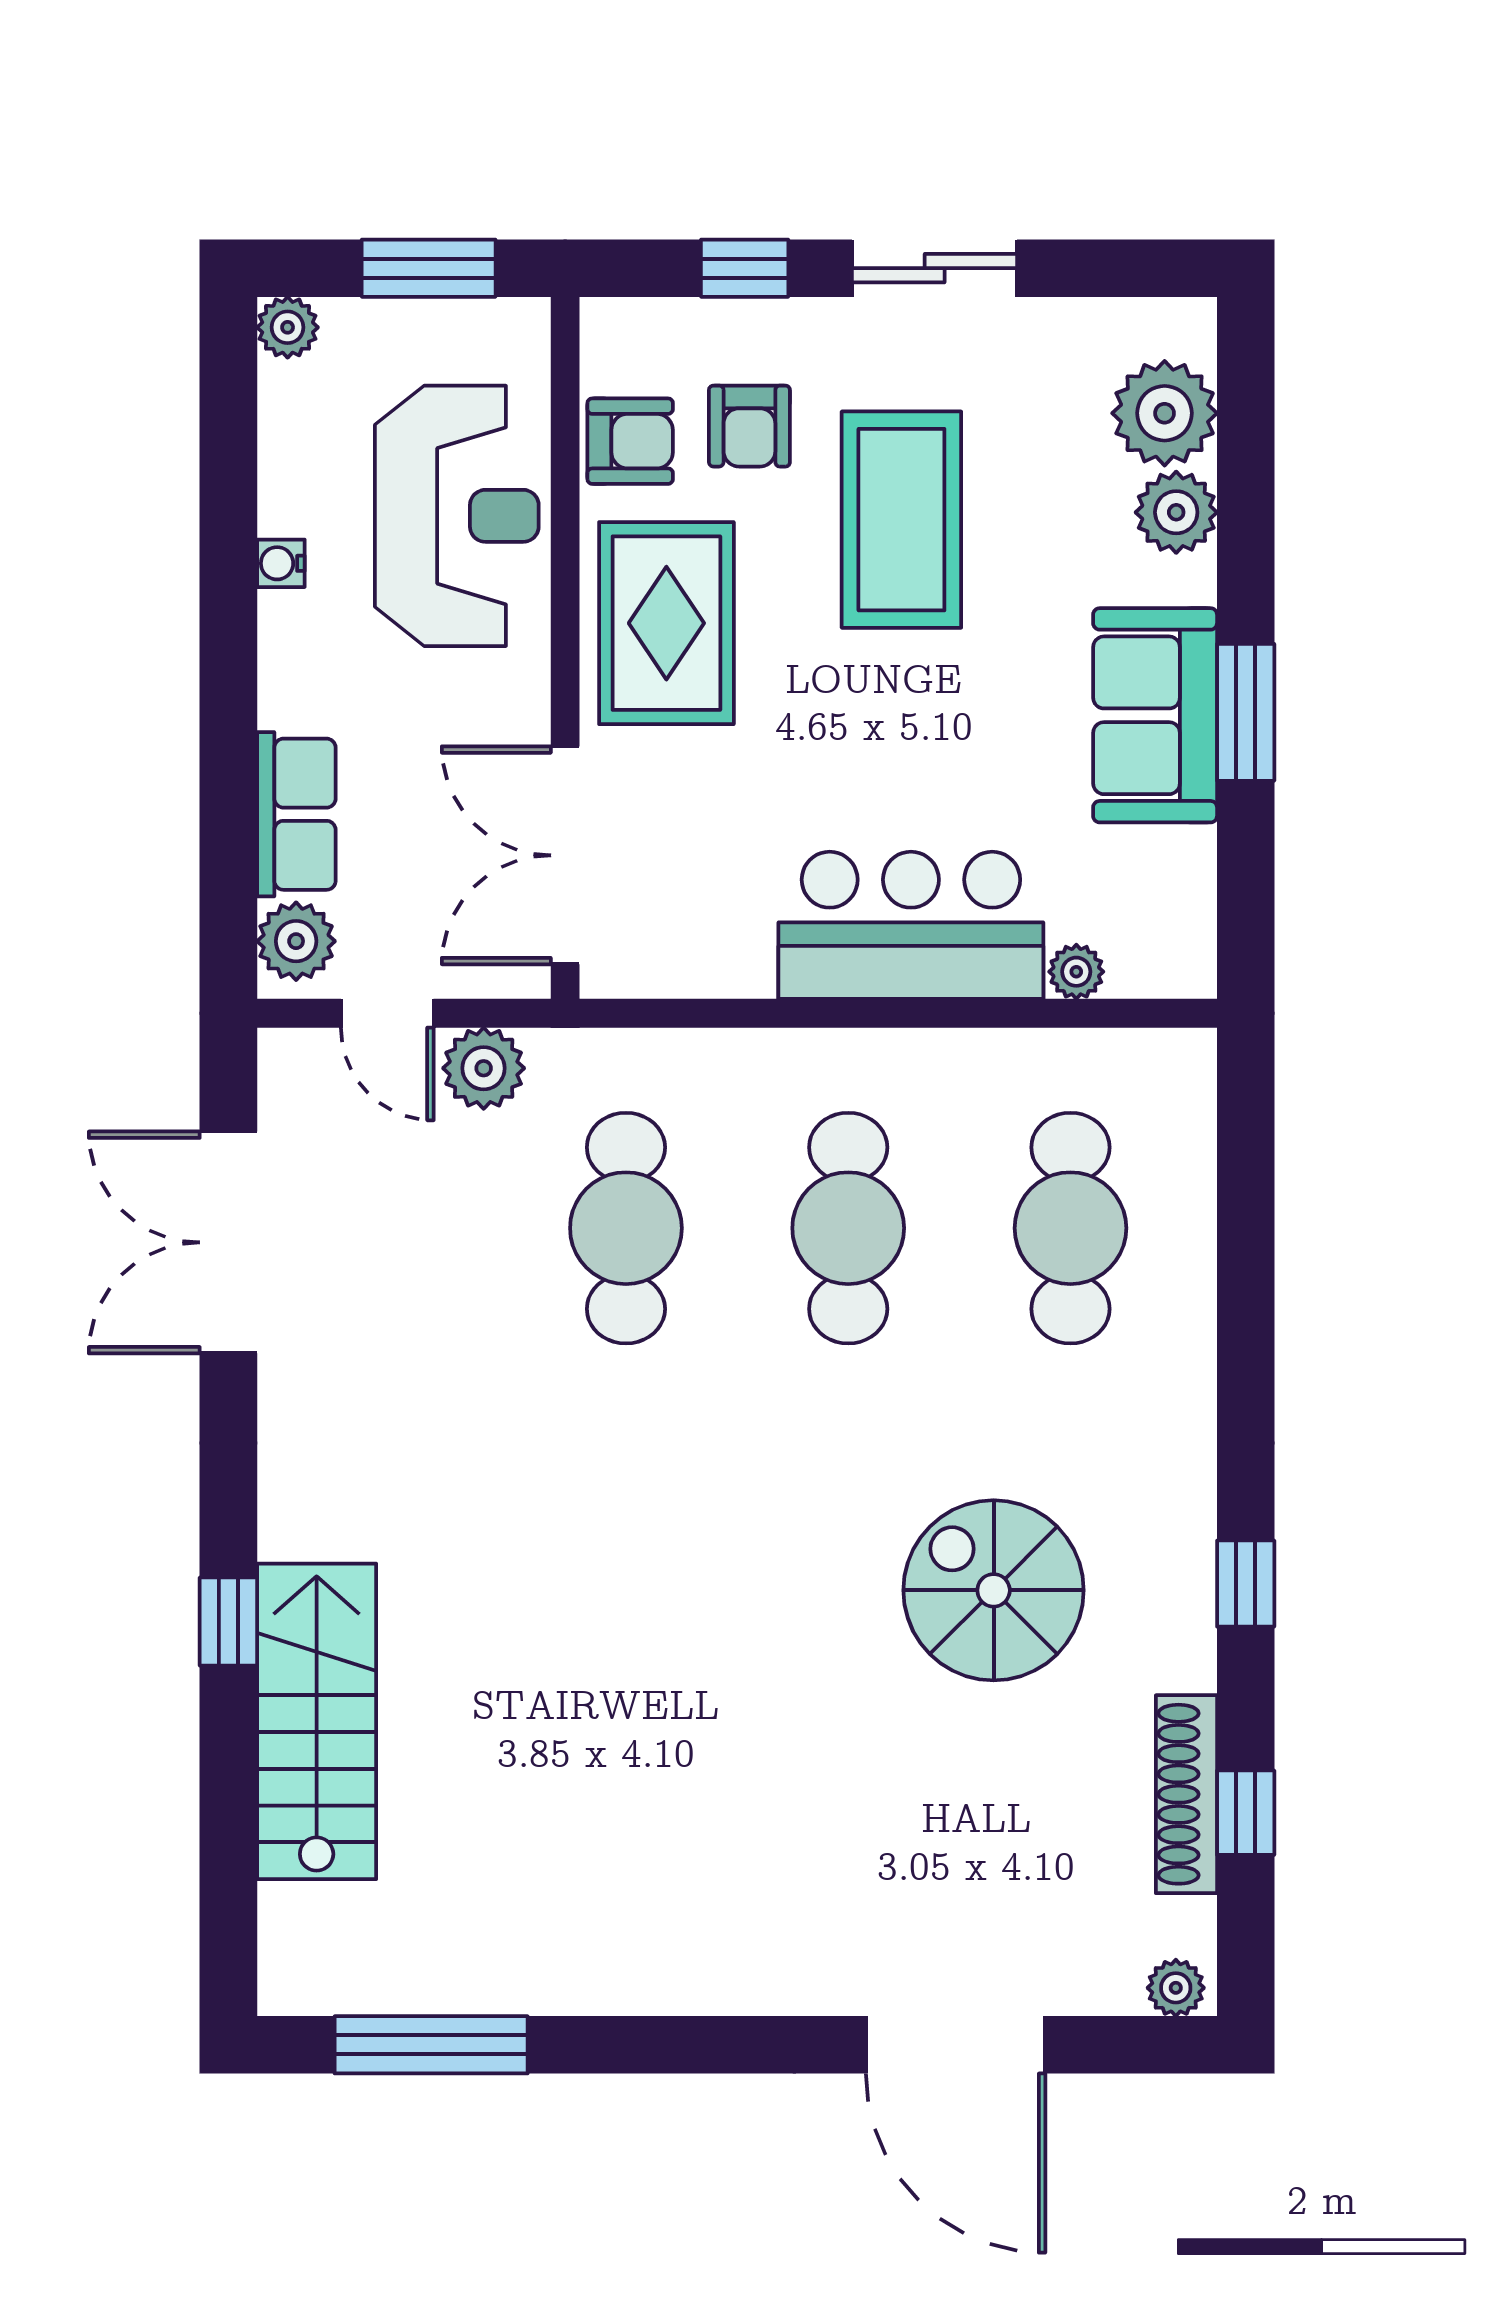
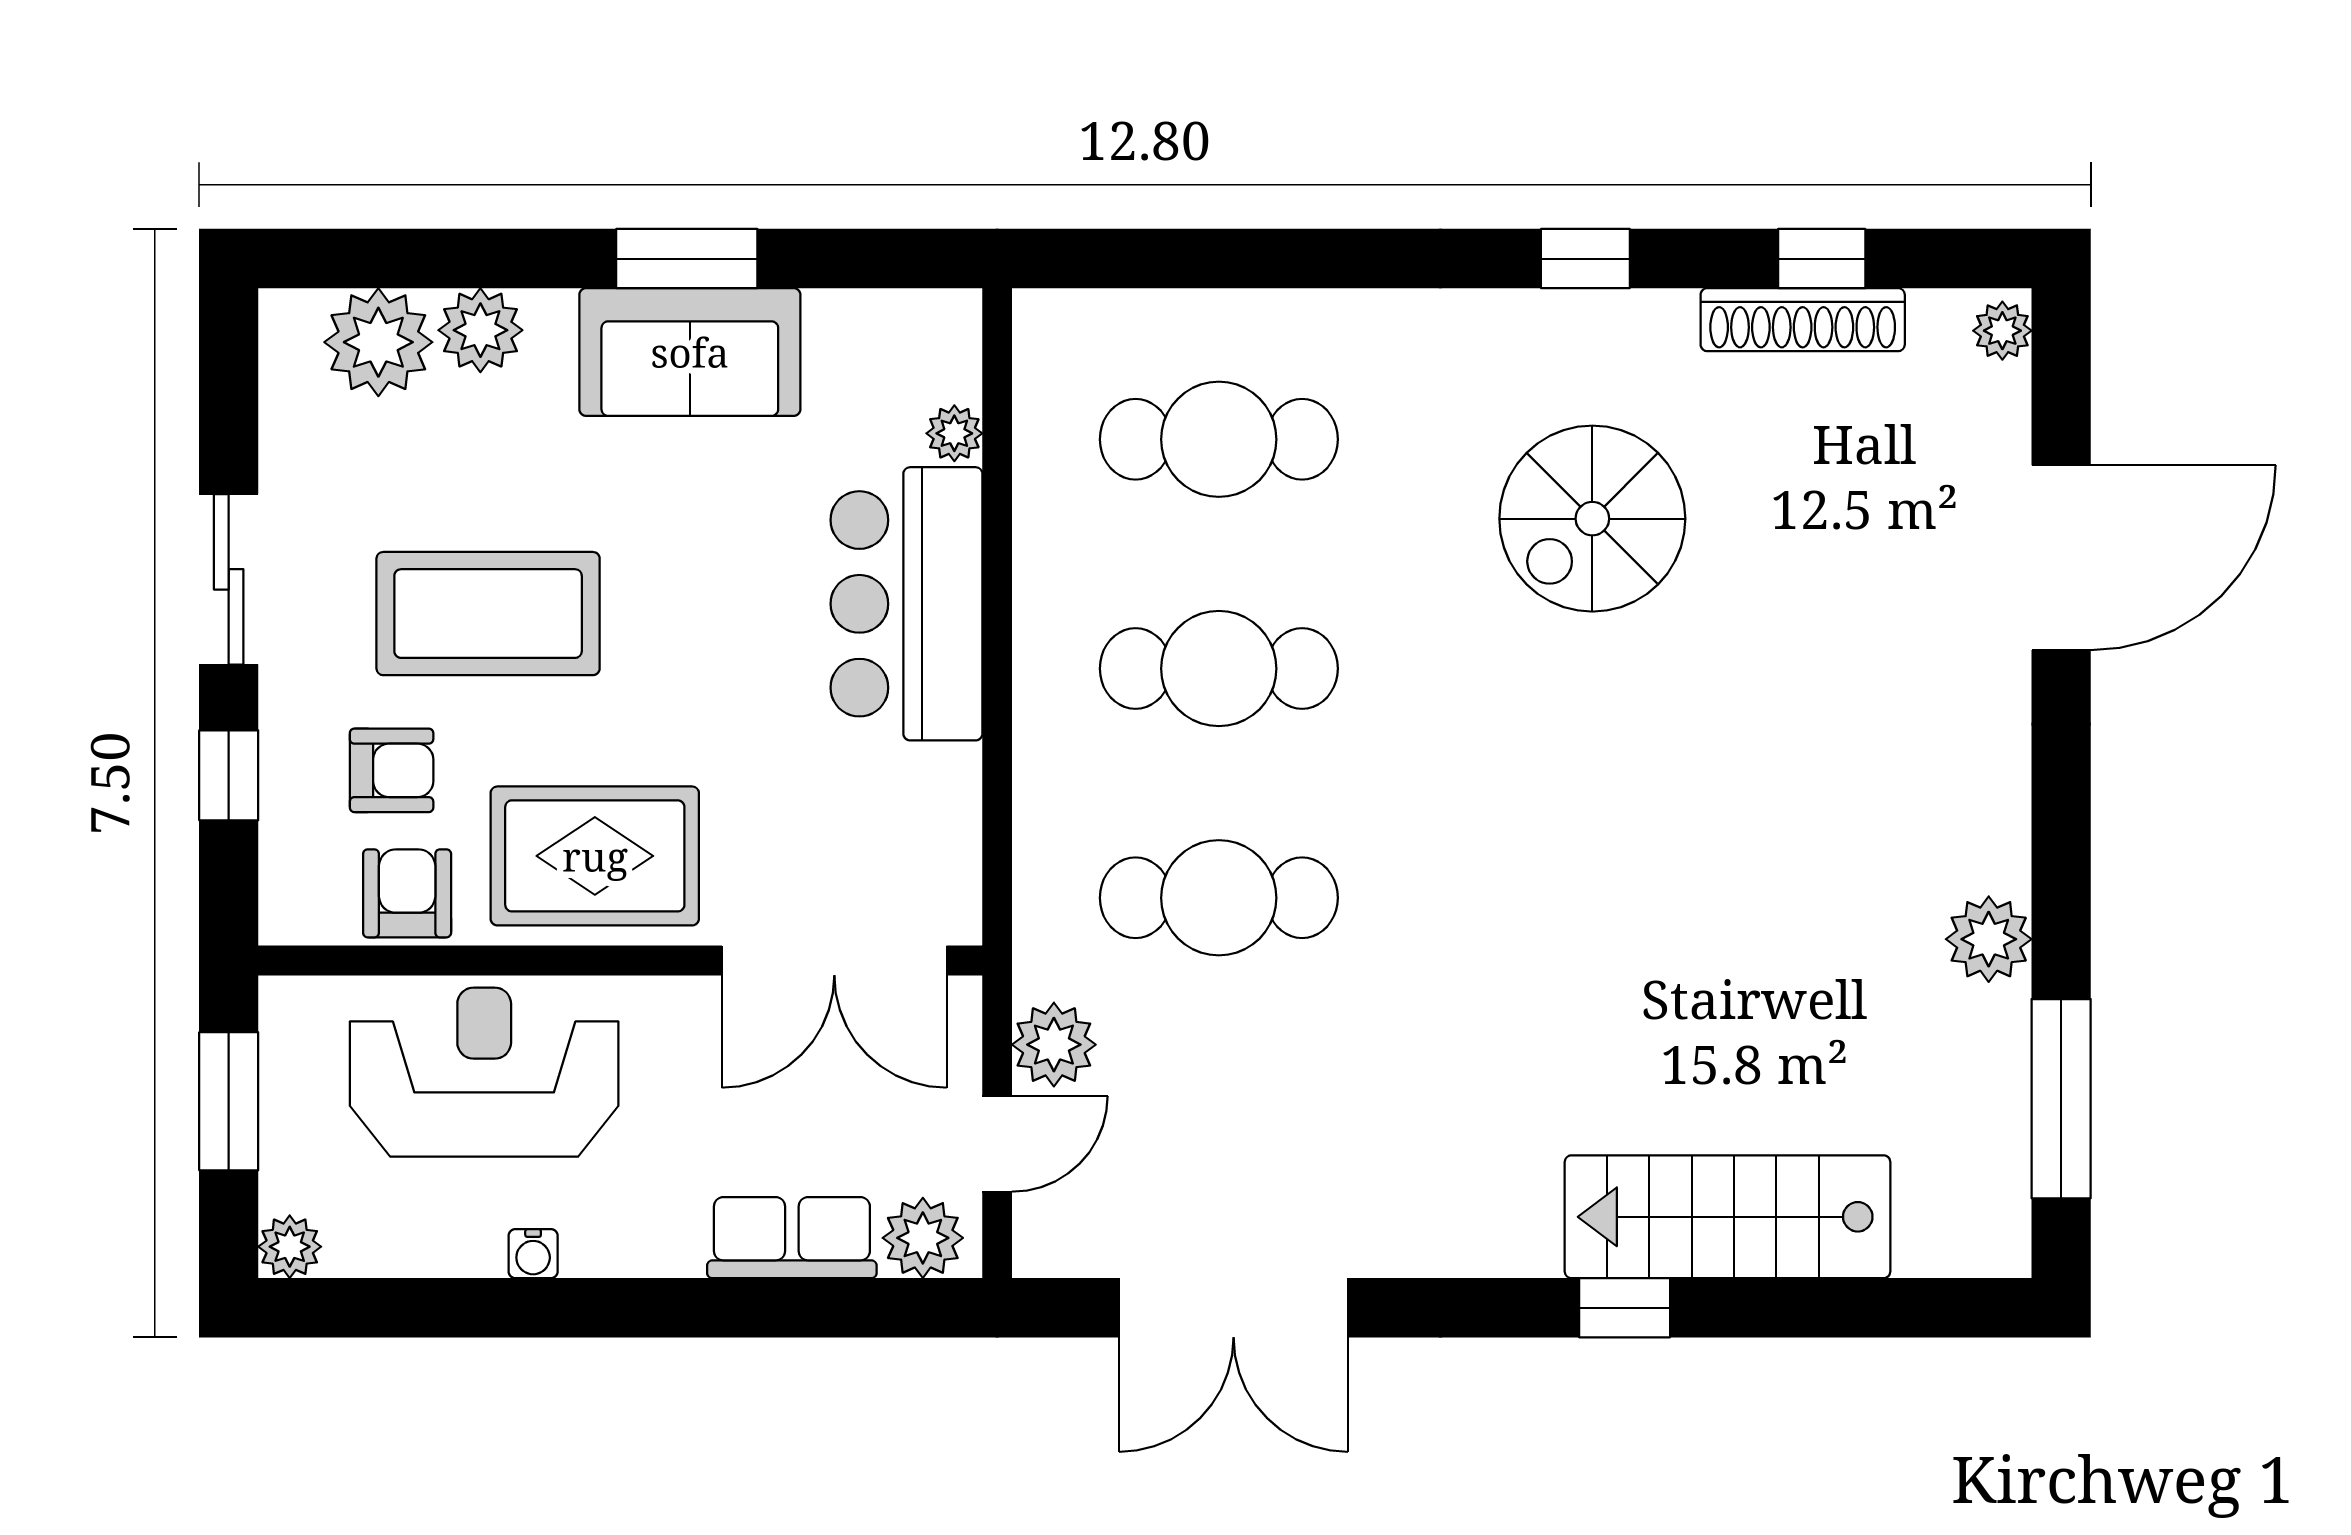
plant: (586, 1975) -> (1989, 939), added

